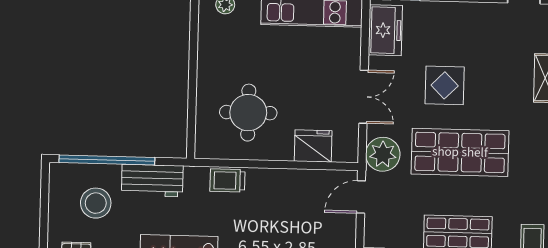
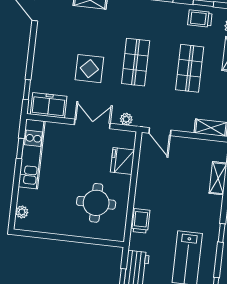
shop shelf: (460, 152) -> (136, 62), width x0.70, depth x0.74
plant: (383, 154) -> (126, 119), width x0.53, depth x0.53
trolley: (227, 181) -> (141, 221), turned 180

